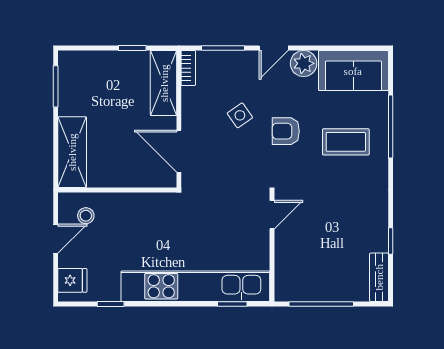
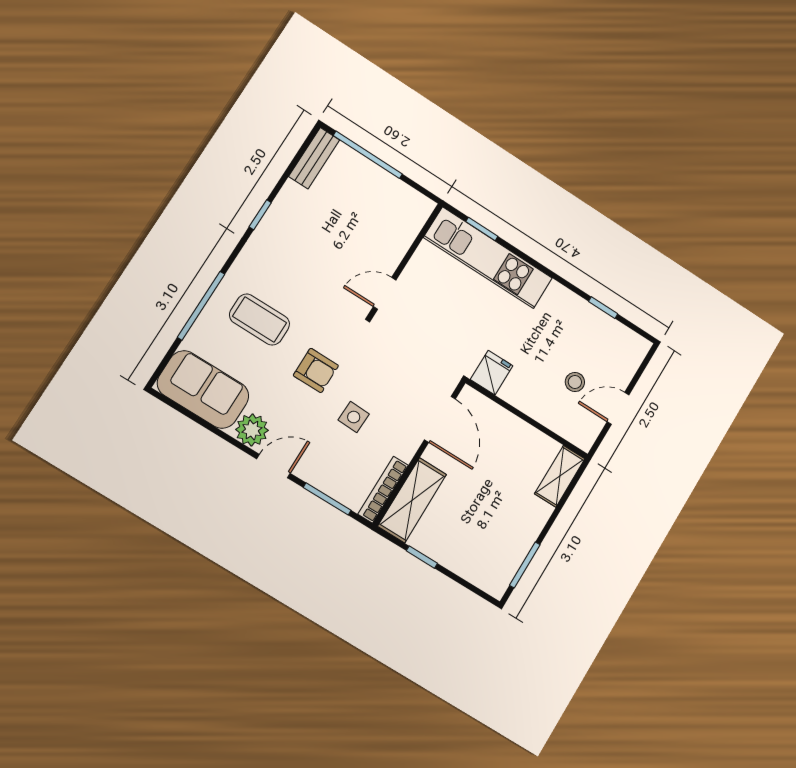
bookcase: (188, 68) -> (383, 490), width x1.56
side table: (240, 115) -> (354, 417), turned 37
shelving: (72, 152) -> (560, 476), width x0.67, depth x0.75
stool: (86, 216) -> (575, 382), moved
window: (391, 241) -> (260, 215), moved
fridge: (72, 280) -> (492, 373), moved, turned 90
kitchen unit: (195, 286) -> (488, 258), width x0.73
window: (321, 304) -> (368, 155), moved

